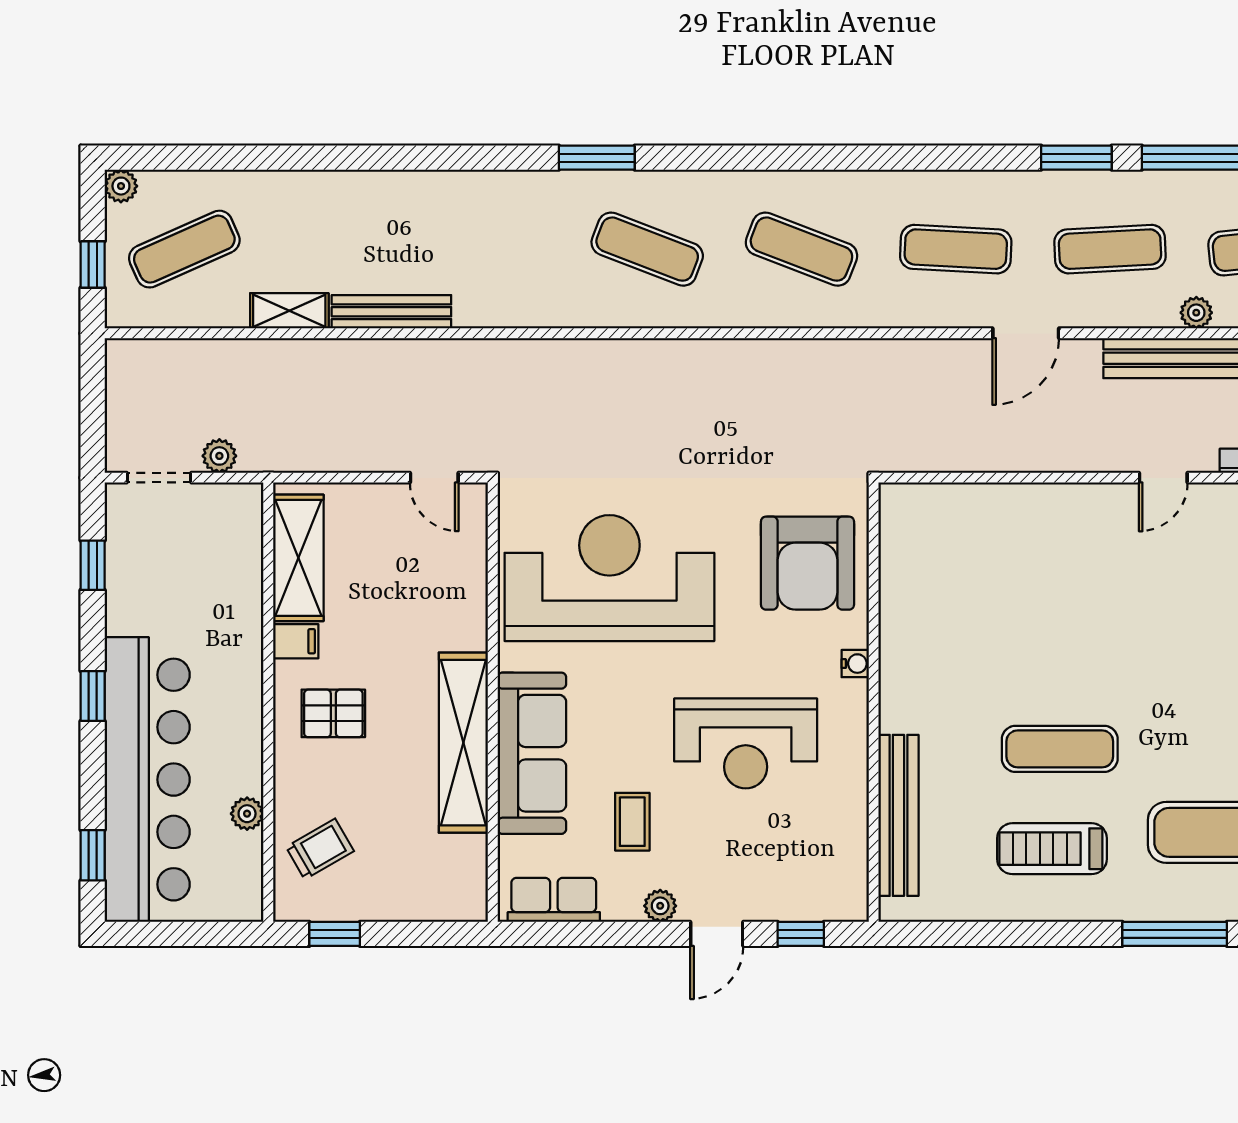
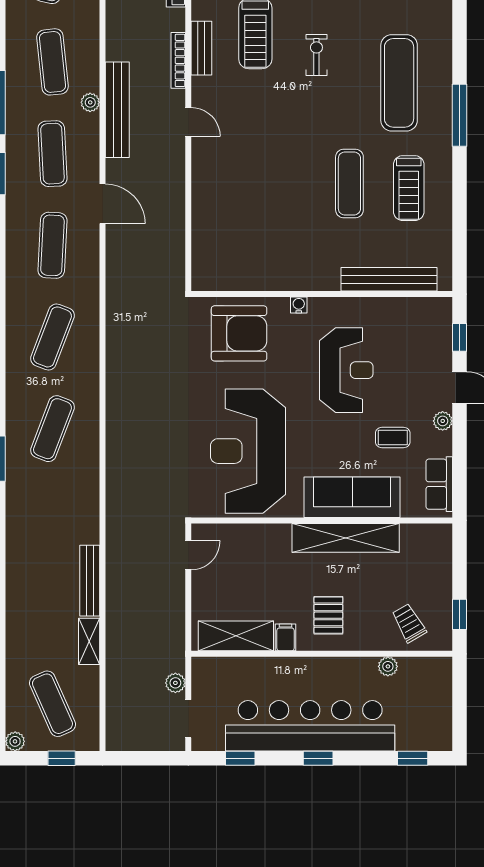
bar counter: (147, 780) -> (310, 726), moved

